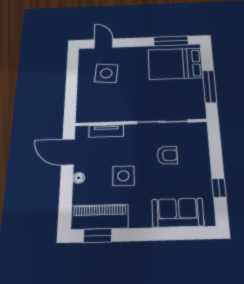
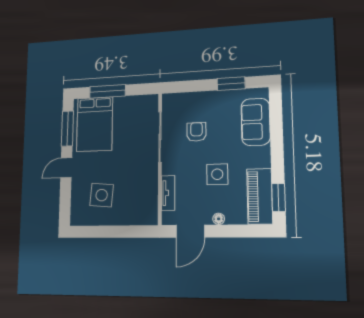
door: (104, 43) -> (66, 168), moved
window: (210, 86) -> (108, 91), moved
window: (219, 188) -> (231, 84), width x1.50

